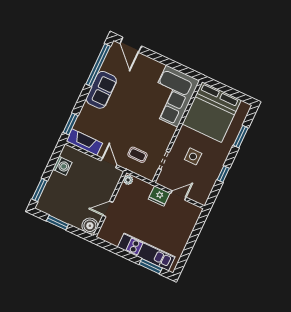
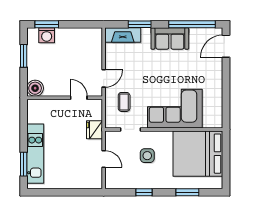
corner sofa: (172, 96) -> (175, 109), moved
window: (71, 124) -> (140, 24), moved
fireplace: (84, 142) -> (123, 35), moved, turned 90
washing machine: (62, 166) -> (47, 35), moved
plant: (128, 180) -> (96, 104), removed
fridge: (159, 196) -> (94, 130), moved
door: (108, 209) -> (79, 98), moved

